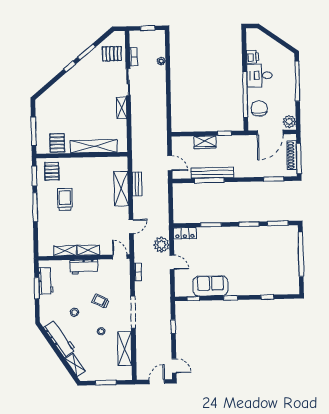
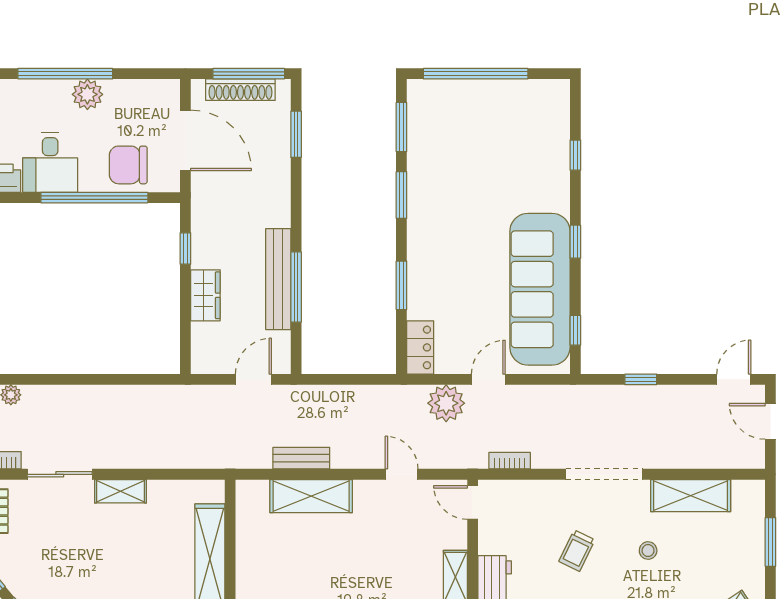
plant: (289, 122) -> (87, 94), moved
door: (120, 257) -> (473, 503), hinge flipped
sofa: (210, 286) -> (540, 289), width x1.85, depth x1.27

